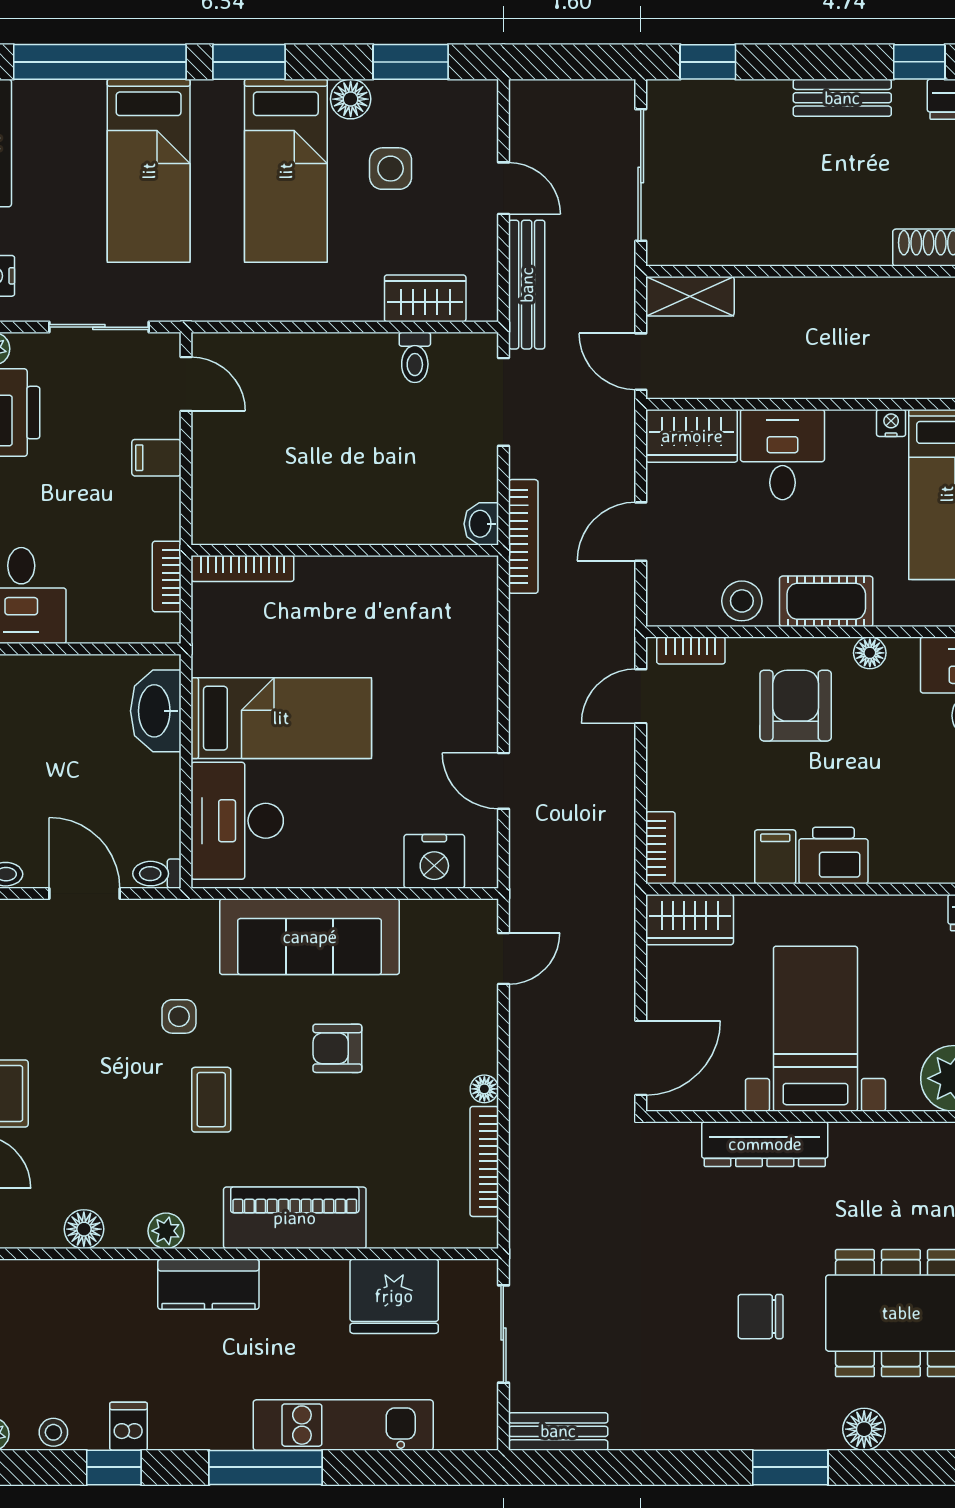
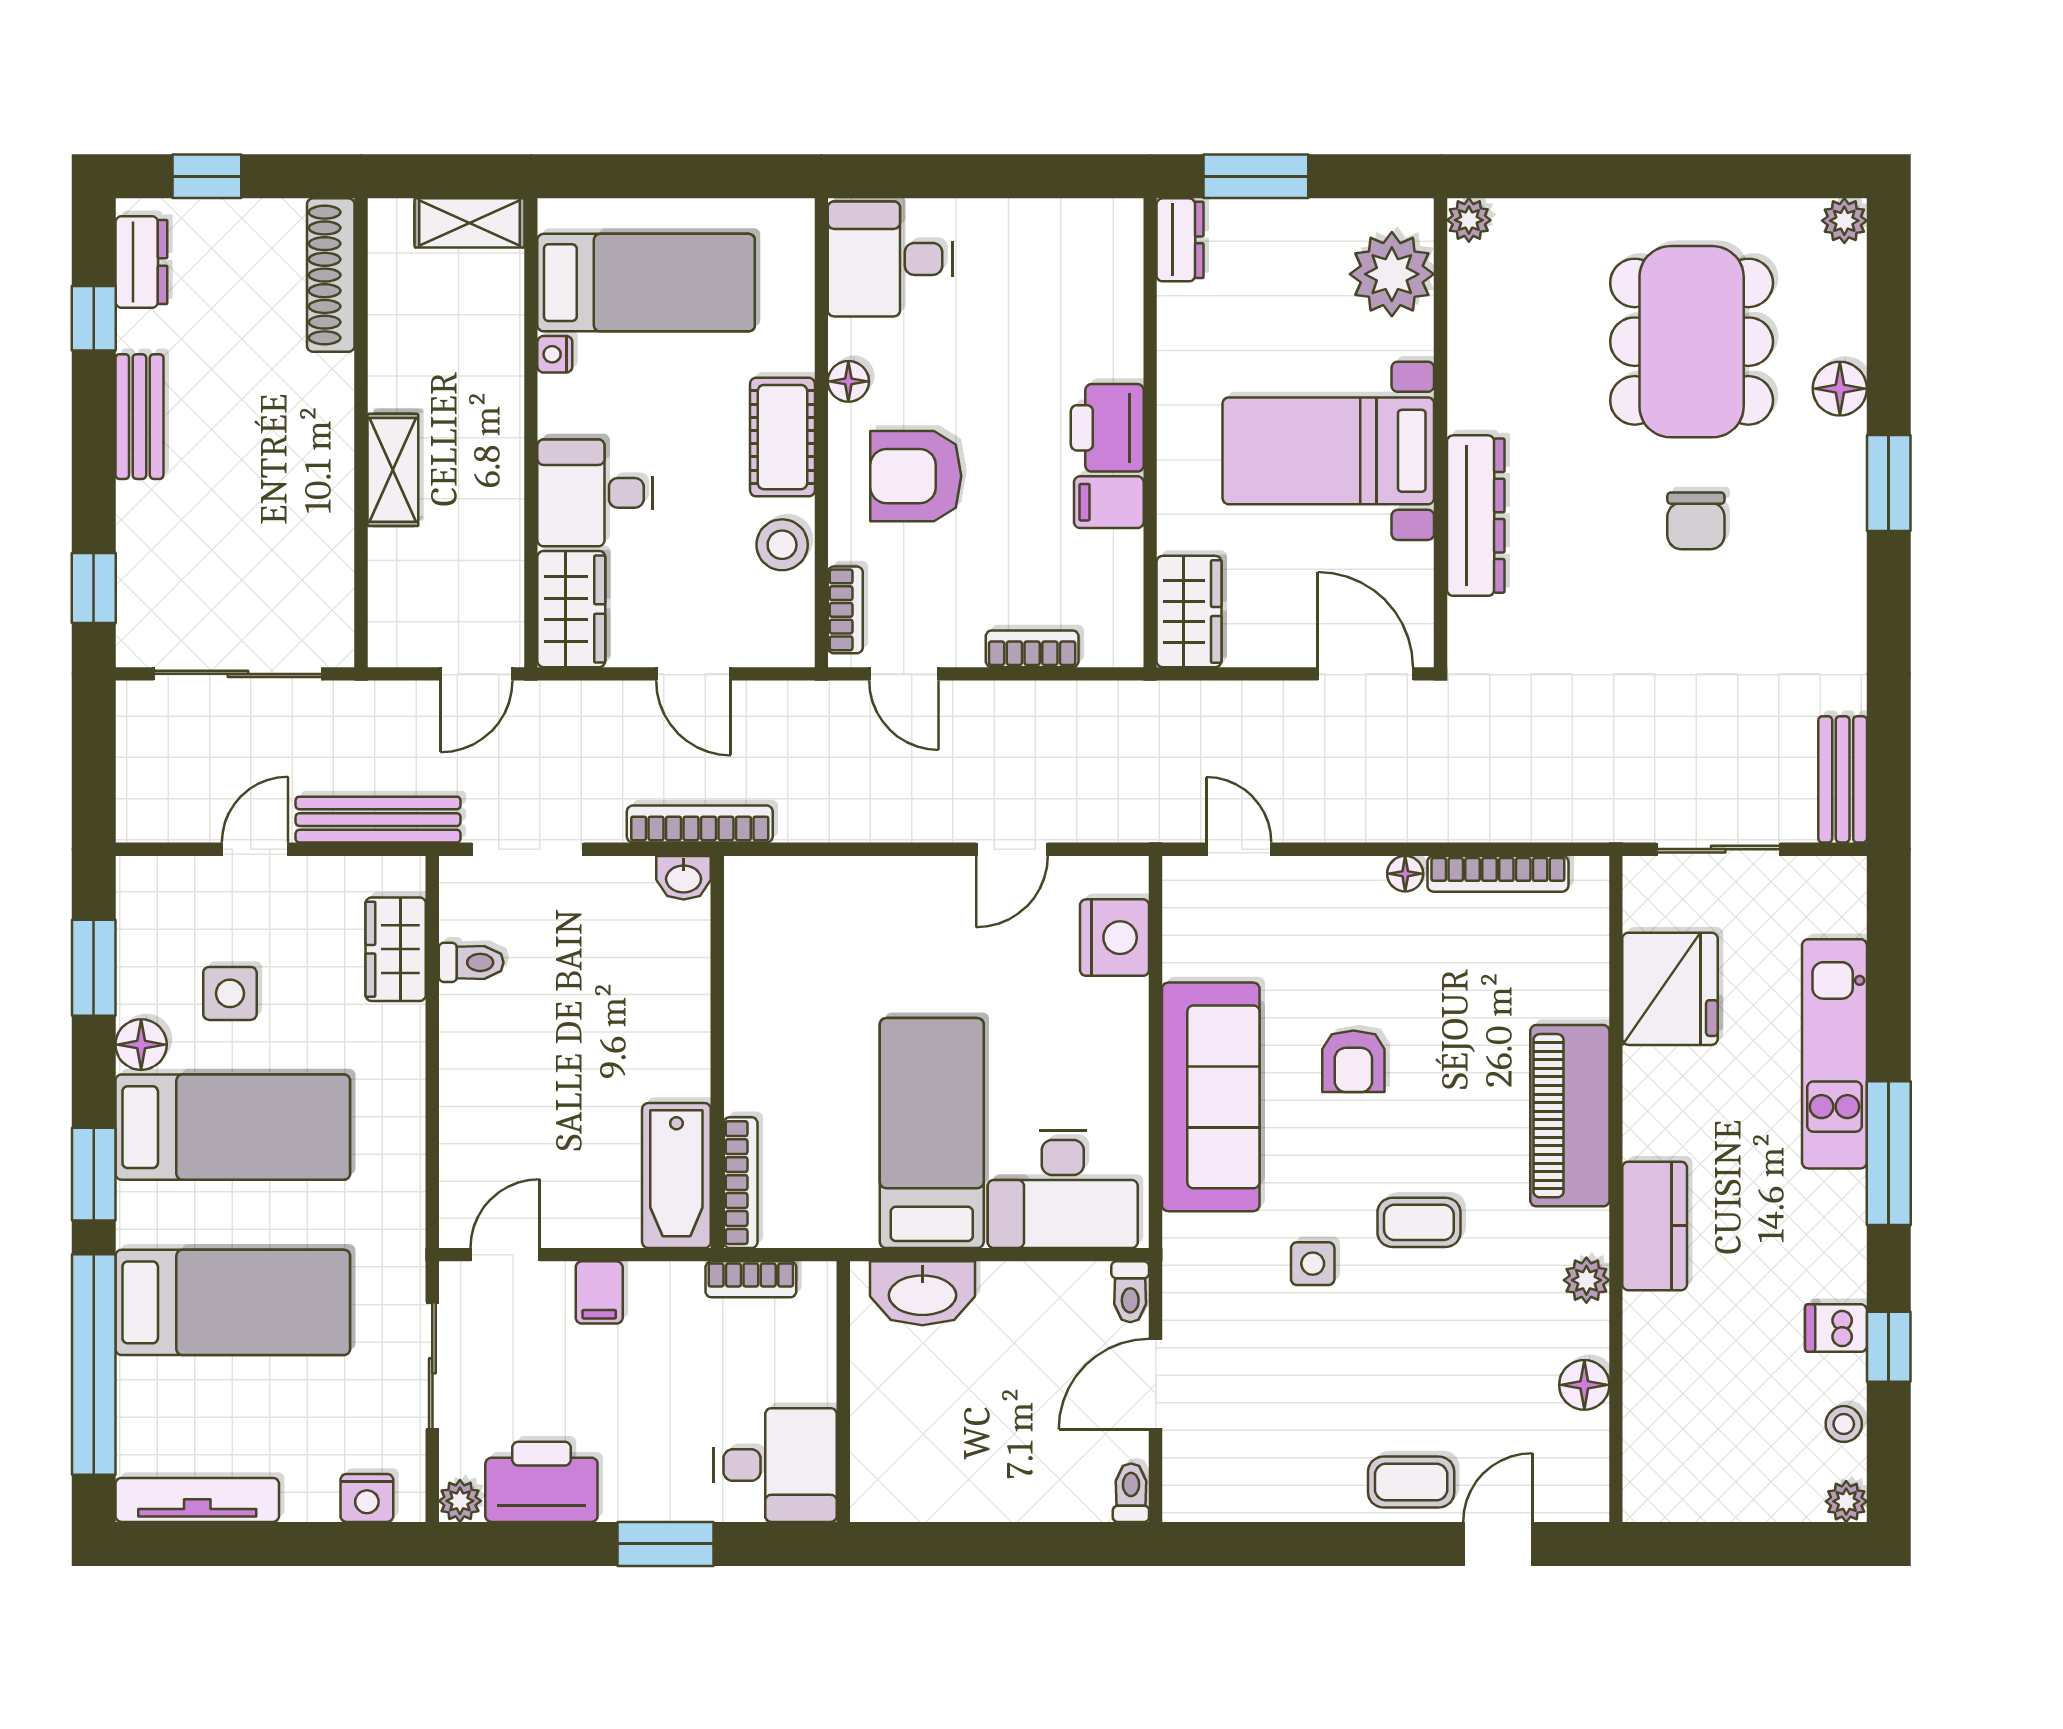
shelving: (690, 296) -> (393, 470), moved
bathtub: (248, 518) -> (676, 1176), added
bookcase: (660, 848) -> (1032, 649), moved

